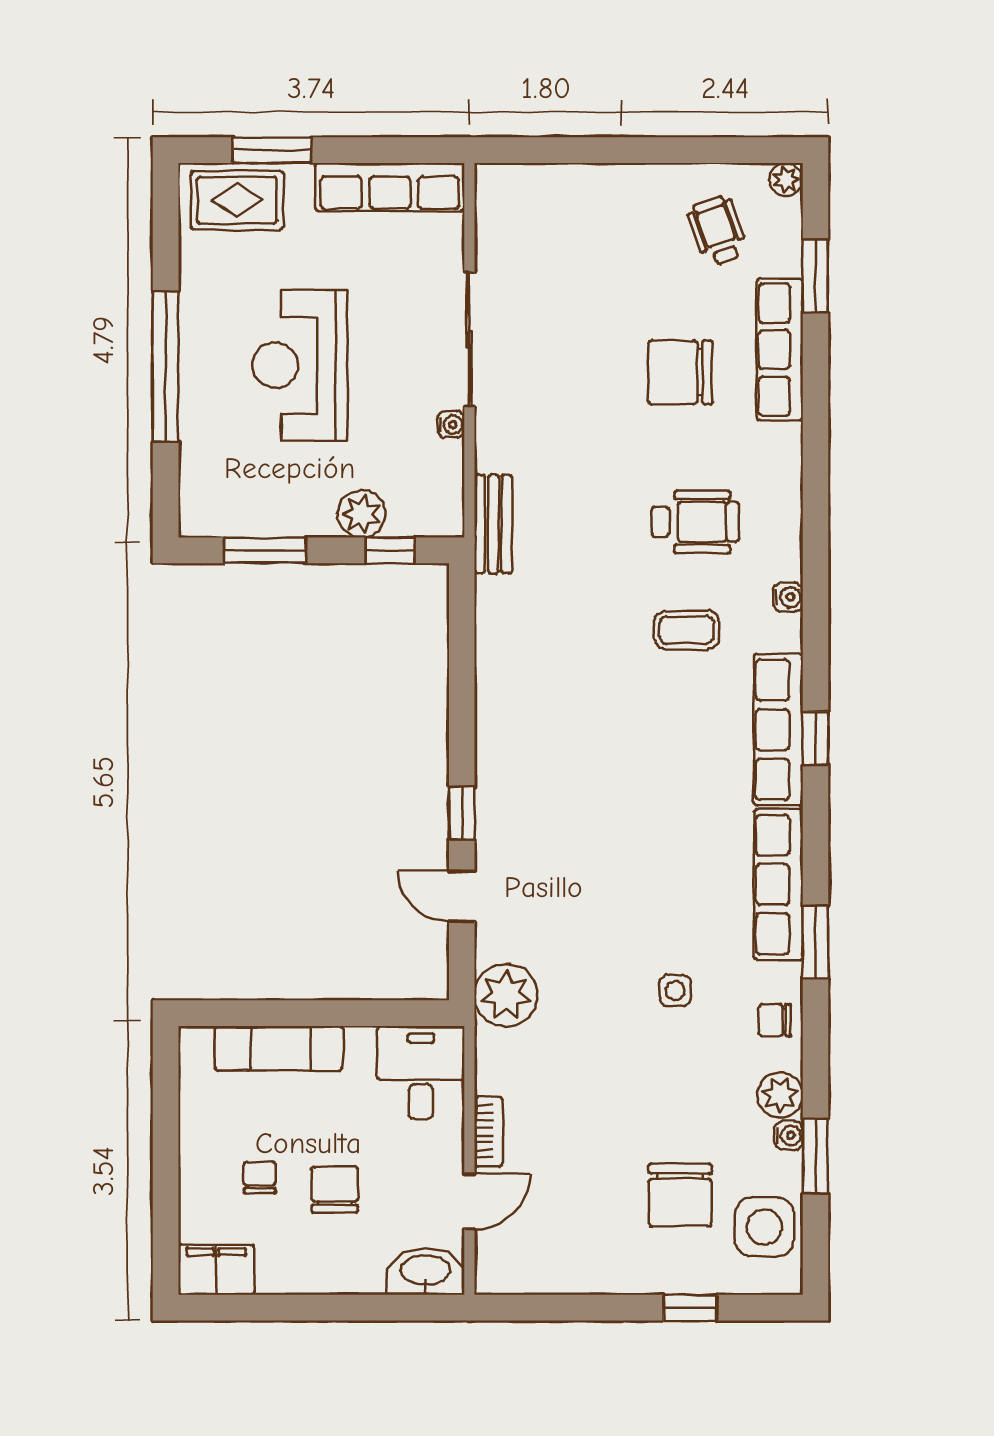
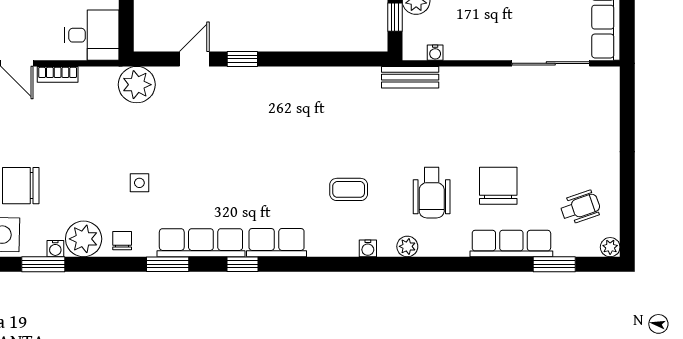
sliding door: (469, 339) -> (551, 63), moved
water cooler: (451, 425) -> (435, 53), moved
wheelchair: (695, 522) -> (432, 193), moved
plant: (785, 529) -> (407, 246), added
coffee table: (687, 630) -> (349, 189), turned 90
row of seats: (778, 730) -> (277, 243), width x0.68
window: (815, 738) -> (242, 264), moved
plant: (780, 1095) -> (84, 239), width x1.36, depth x1.36

